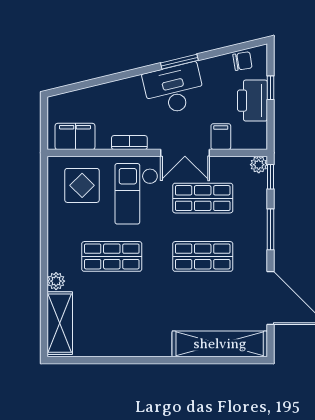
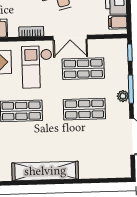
filing cabinet: (221, 137) -> (118, 22), moved, turned -90
plant: (259, 165) -> (123, 96), moved
shelving: (220, 344) -> (45, 171), moved

